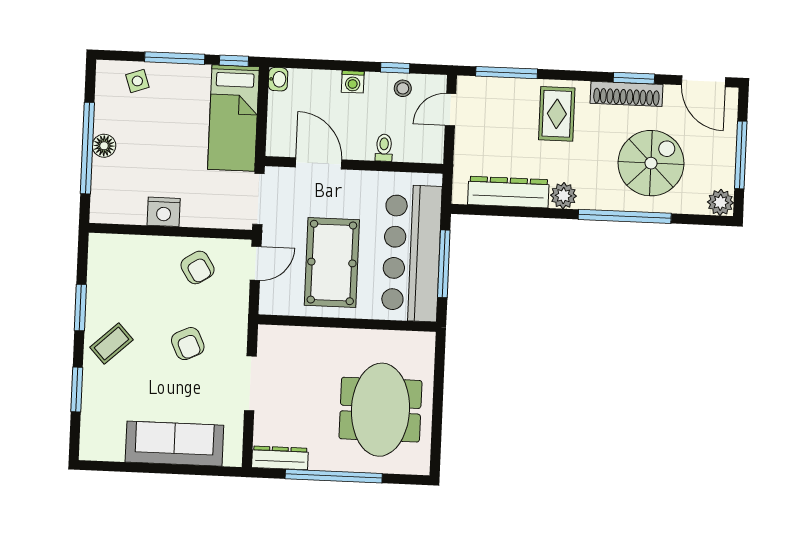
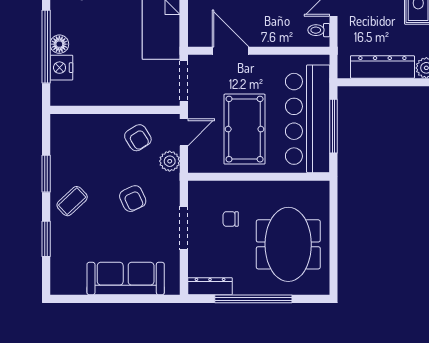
toilet: (384, 148) -> (319, 30), moved, turned -90
nightstand: (164, 212) -> (61, 68), moved, turned 90
plant: (236, 299) -> (170, 161), added
chair: (310, 375) -> (231, 219), added

